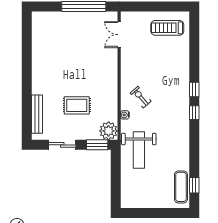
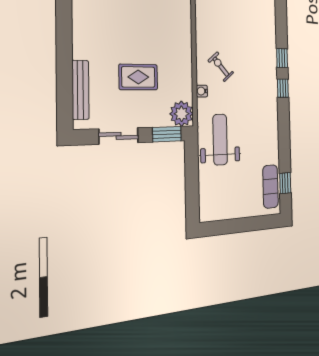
weight bench: (139, 150) -> (220, 140), turned 180

